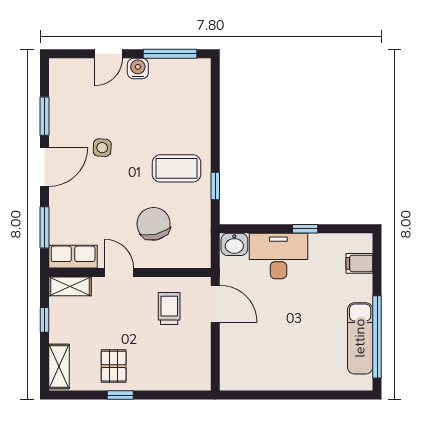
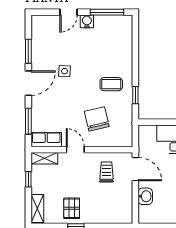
coffee table: (177, 168) -> (111, 84), width x0.73, depth x0.77
washbasin: (234, 244) -> (145, 196), moved, turned -90

